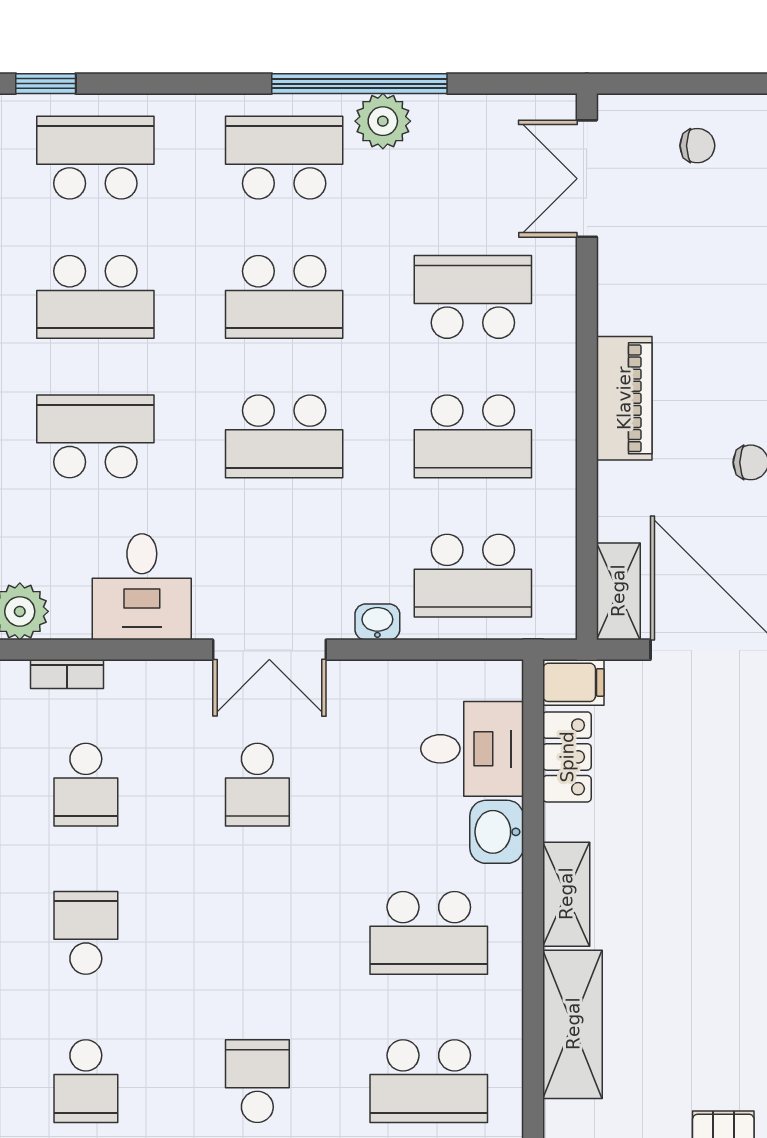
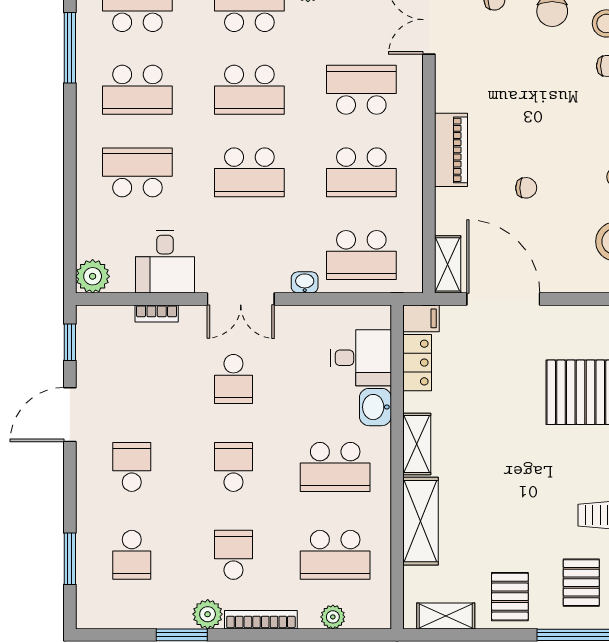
bookcase: (67, 674) -> (157, 313), moved
school desk: (86, 785) -> (233, 467), moved, turned 180

